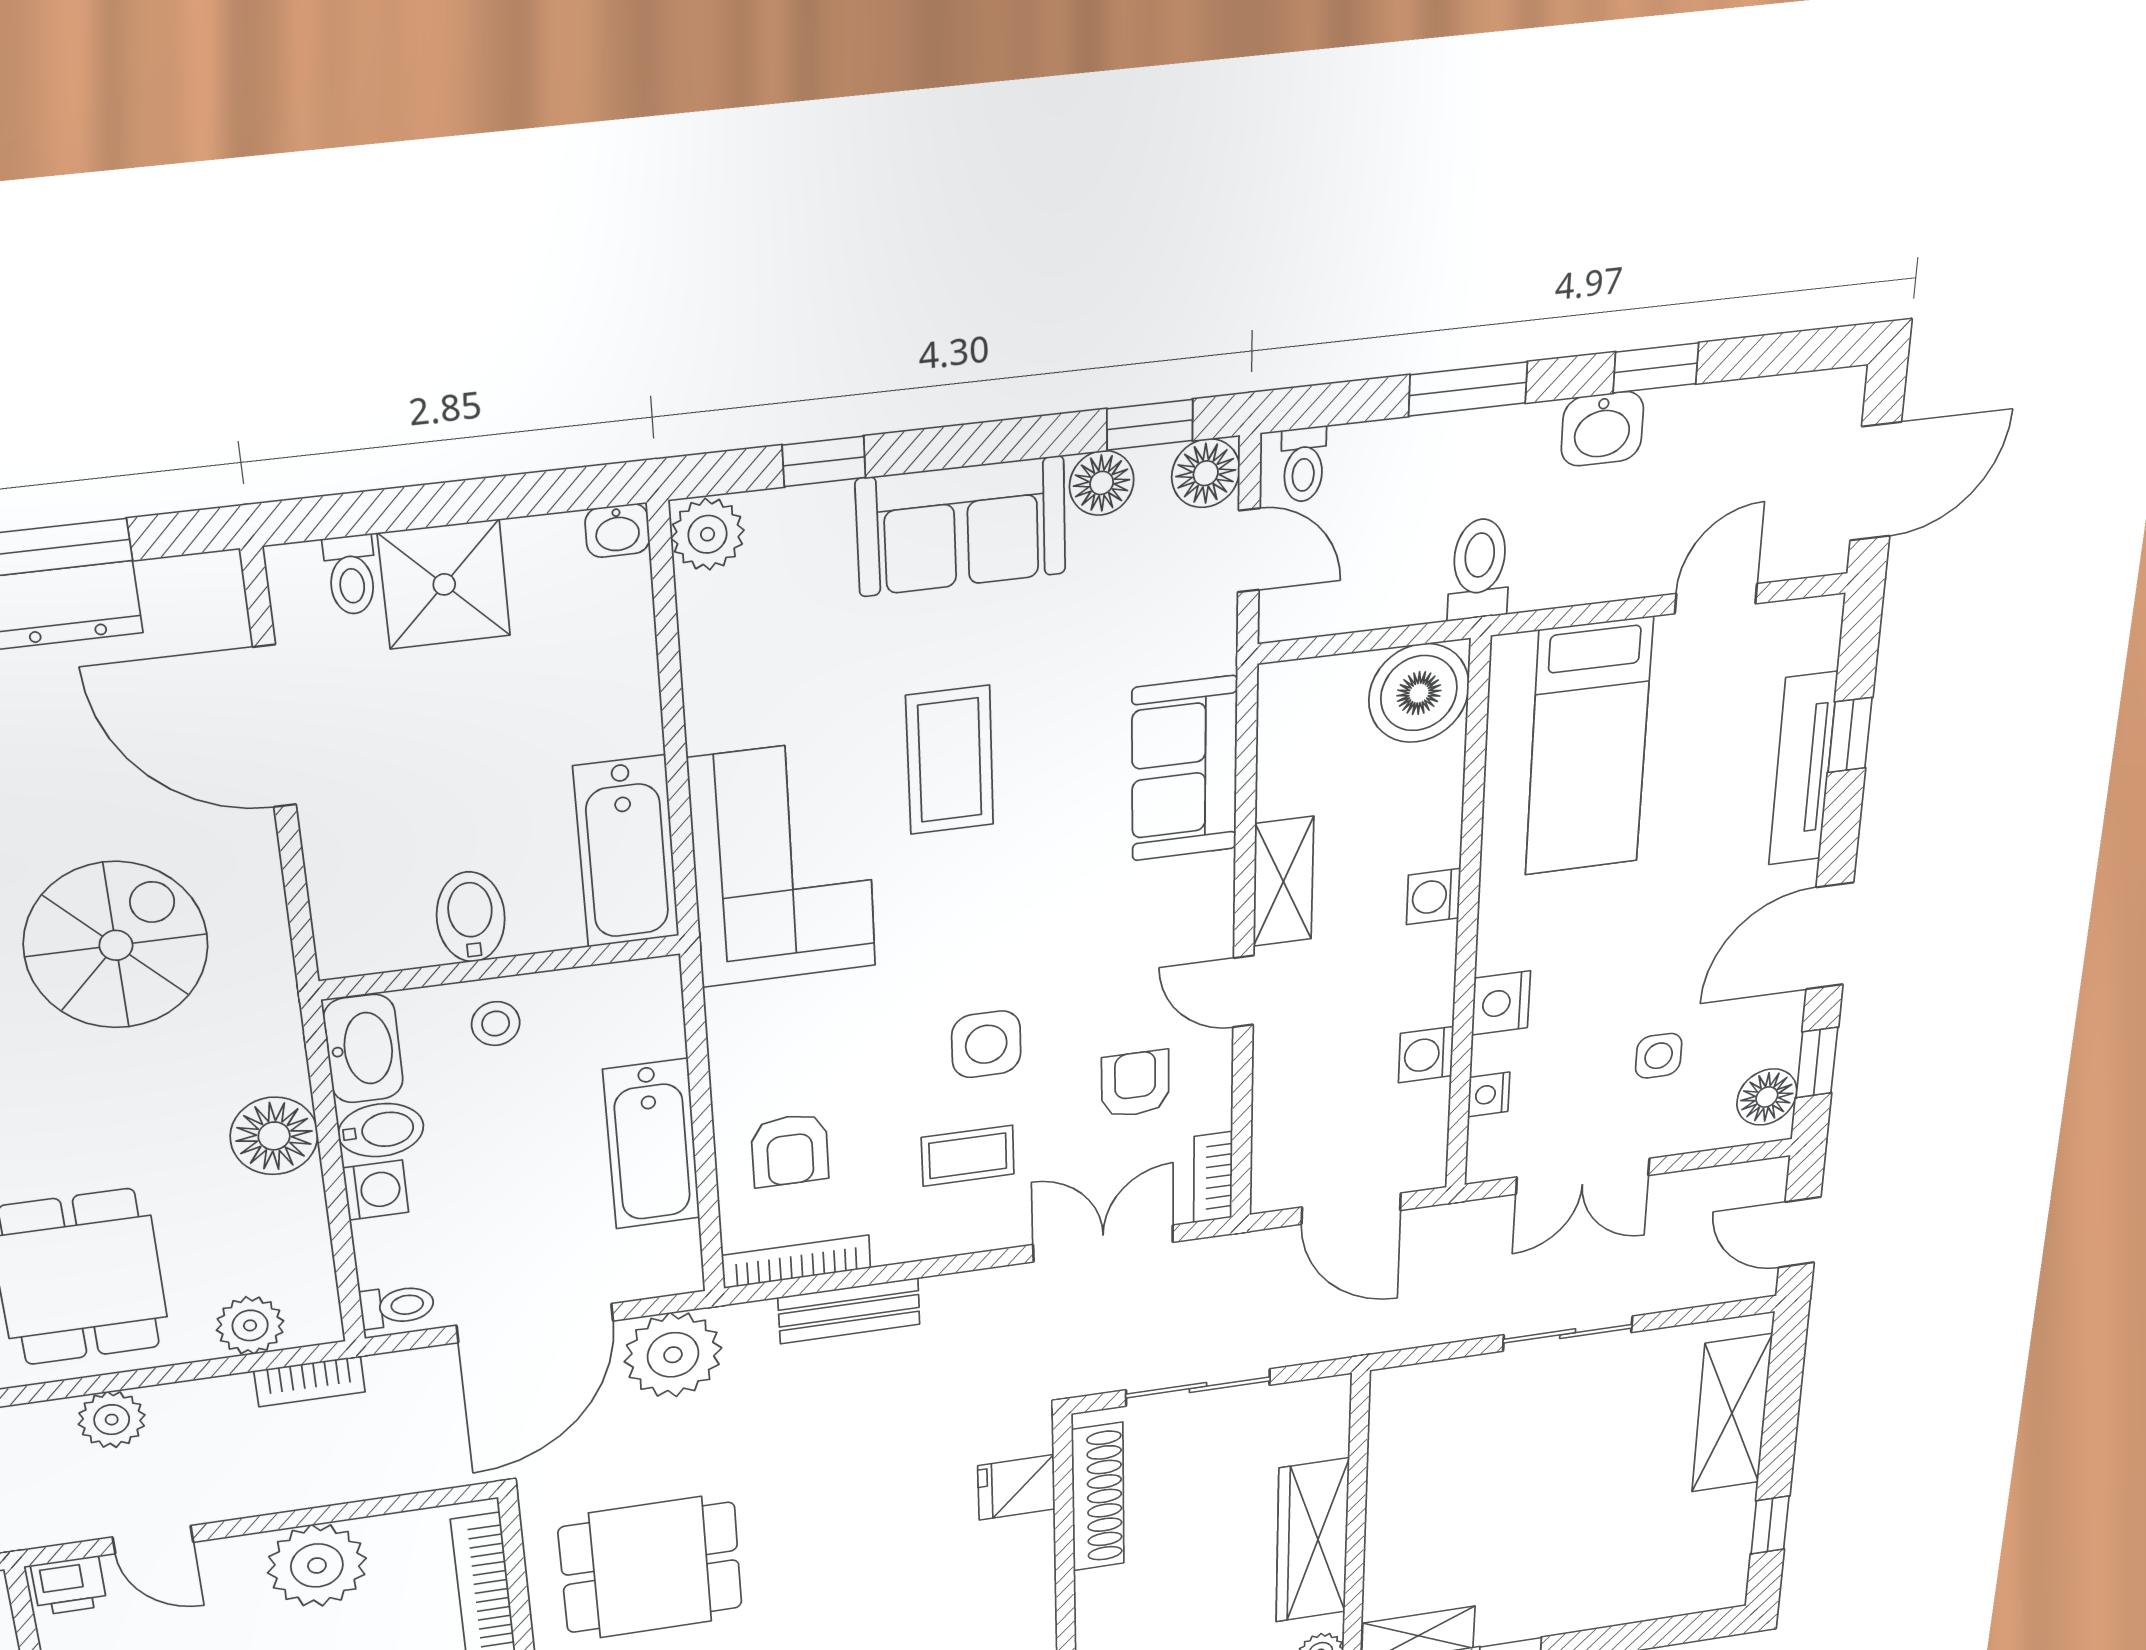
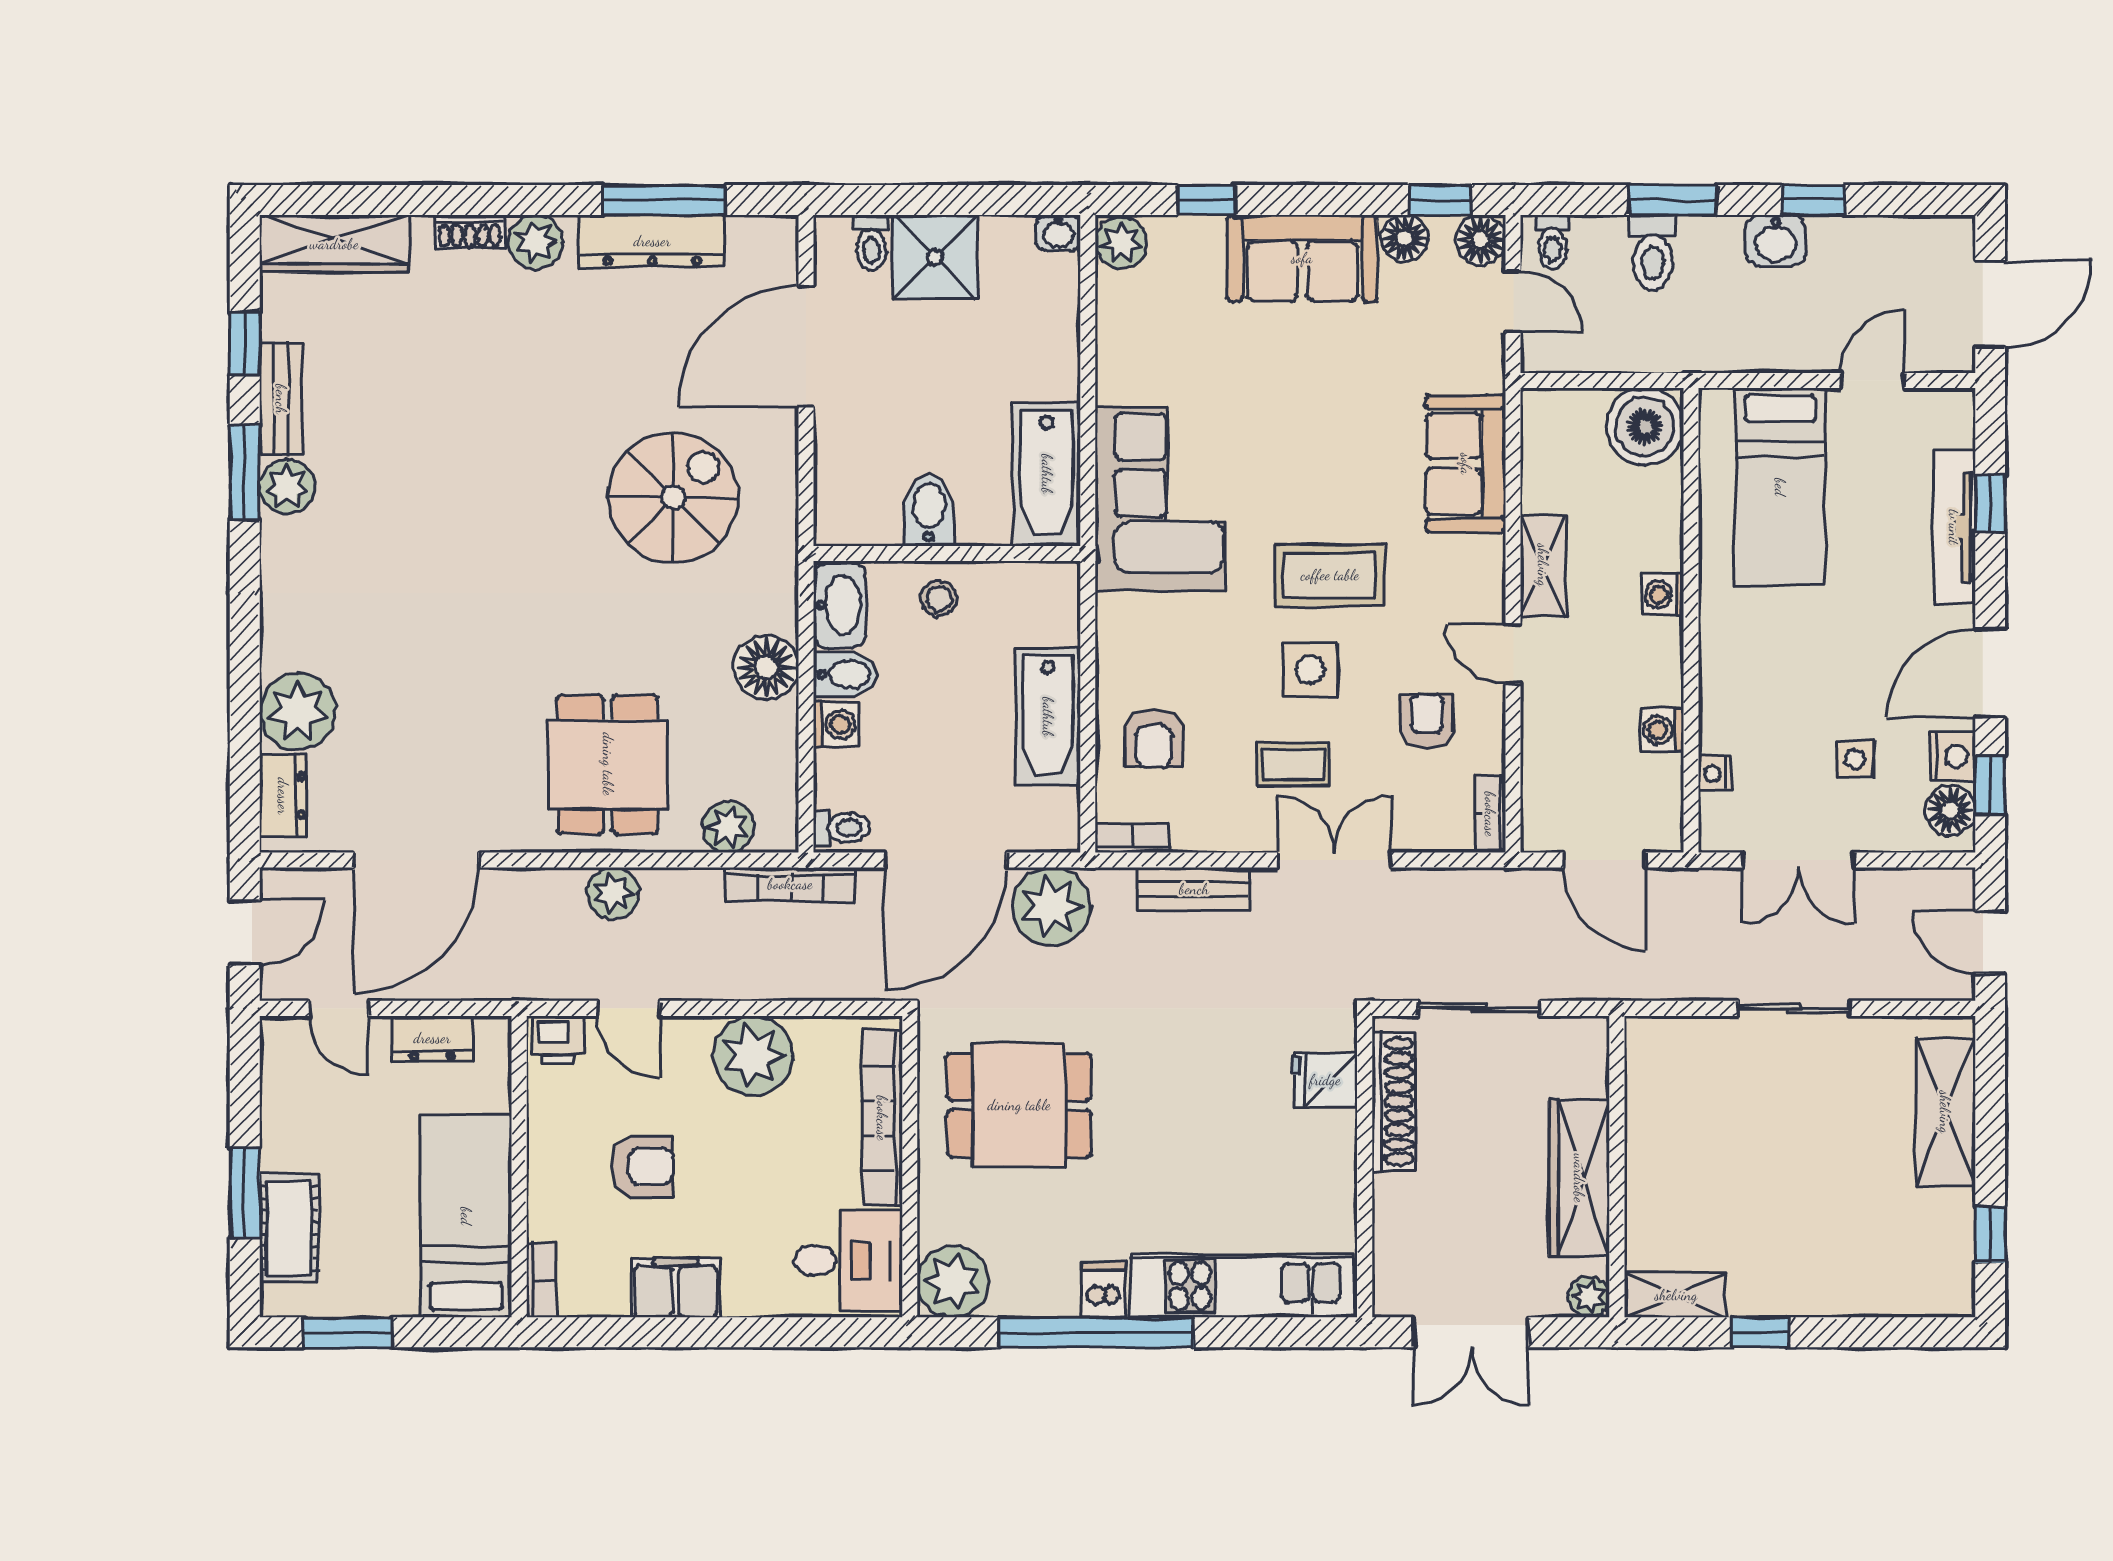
toilet: (1479, 569) -> (1653, 252), moved, turned 180
door: (275, 727) -> (806, 346), hinge flipped
coffee table: (950, 760) -> (1330, 575), moved, turned 90
nightstand: (1501, 1003) -> (1952, 756), moved, turned 180
double door: (1103, 1243) -> (1334, 860), moved
bookcase: (796, 1262) -> (1133, 838), width x0.64
bookcase: (310, 1381) -> (790, 884), width x1.56

